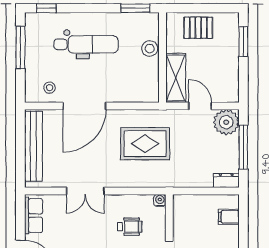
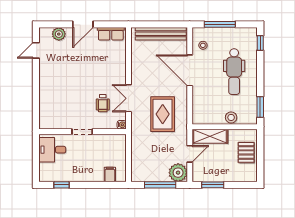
window: (243, 42) -> (213, 185), moved
window: (20, 47) -> (220, 24), moved
dresser: (226, 180) -> (136, 173), removed
double door: (85, 191) -> (128, 98), moved

